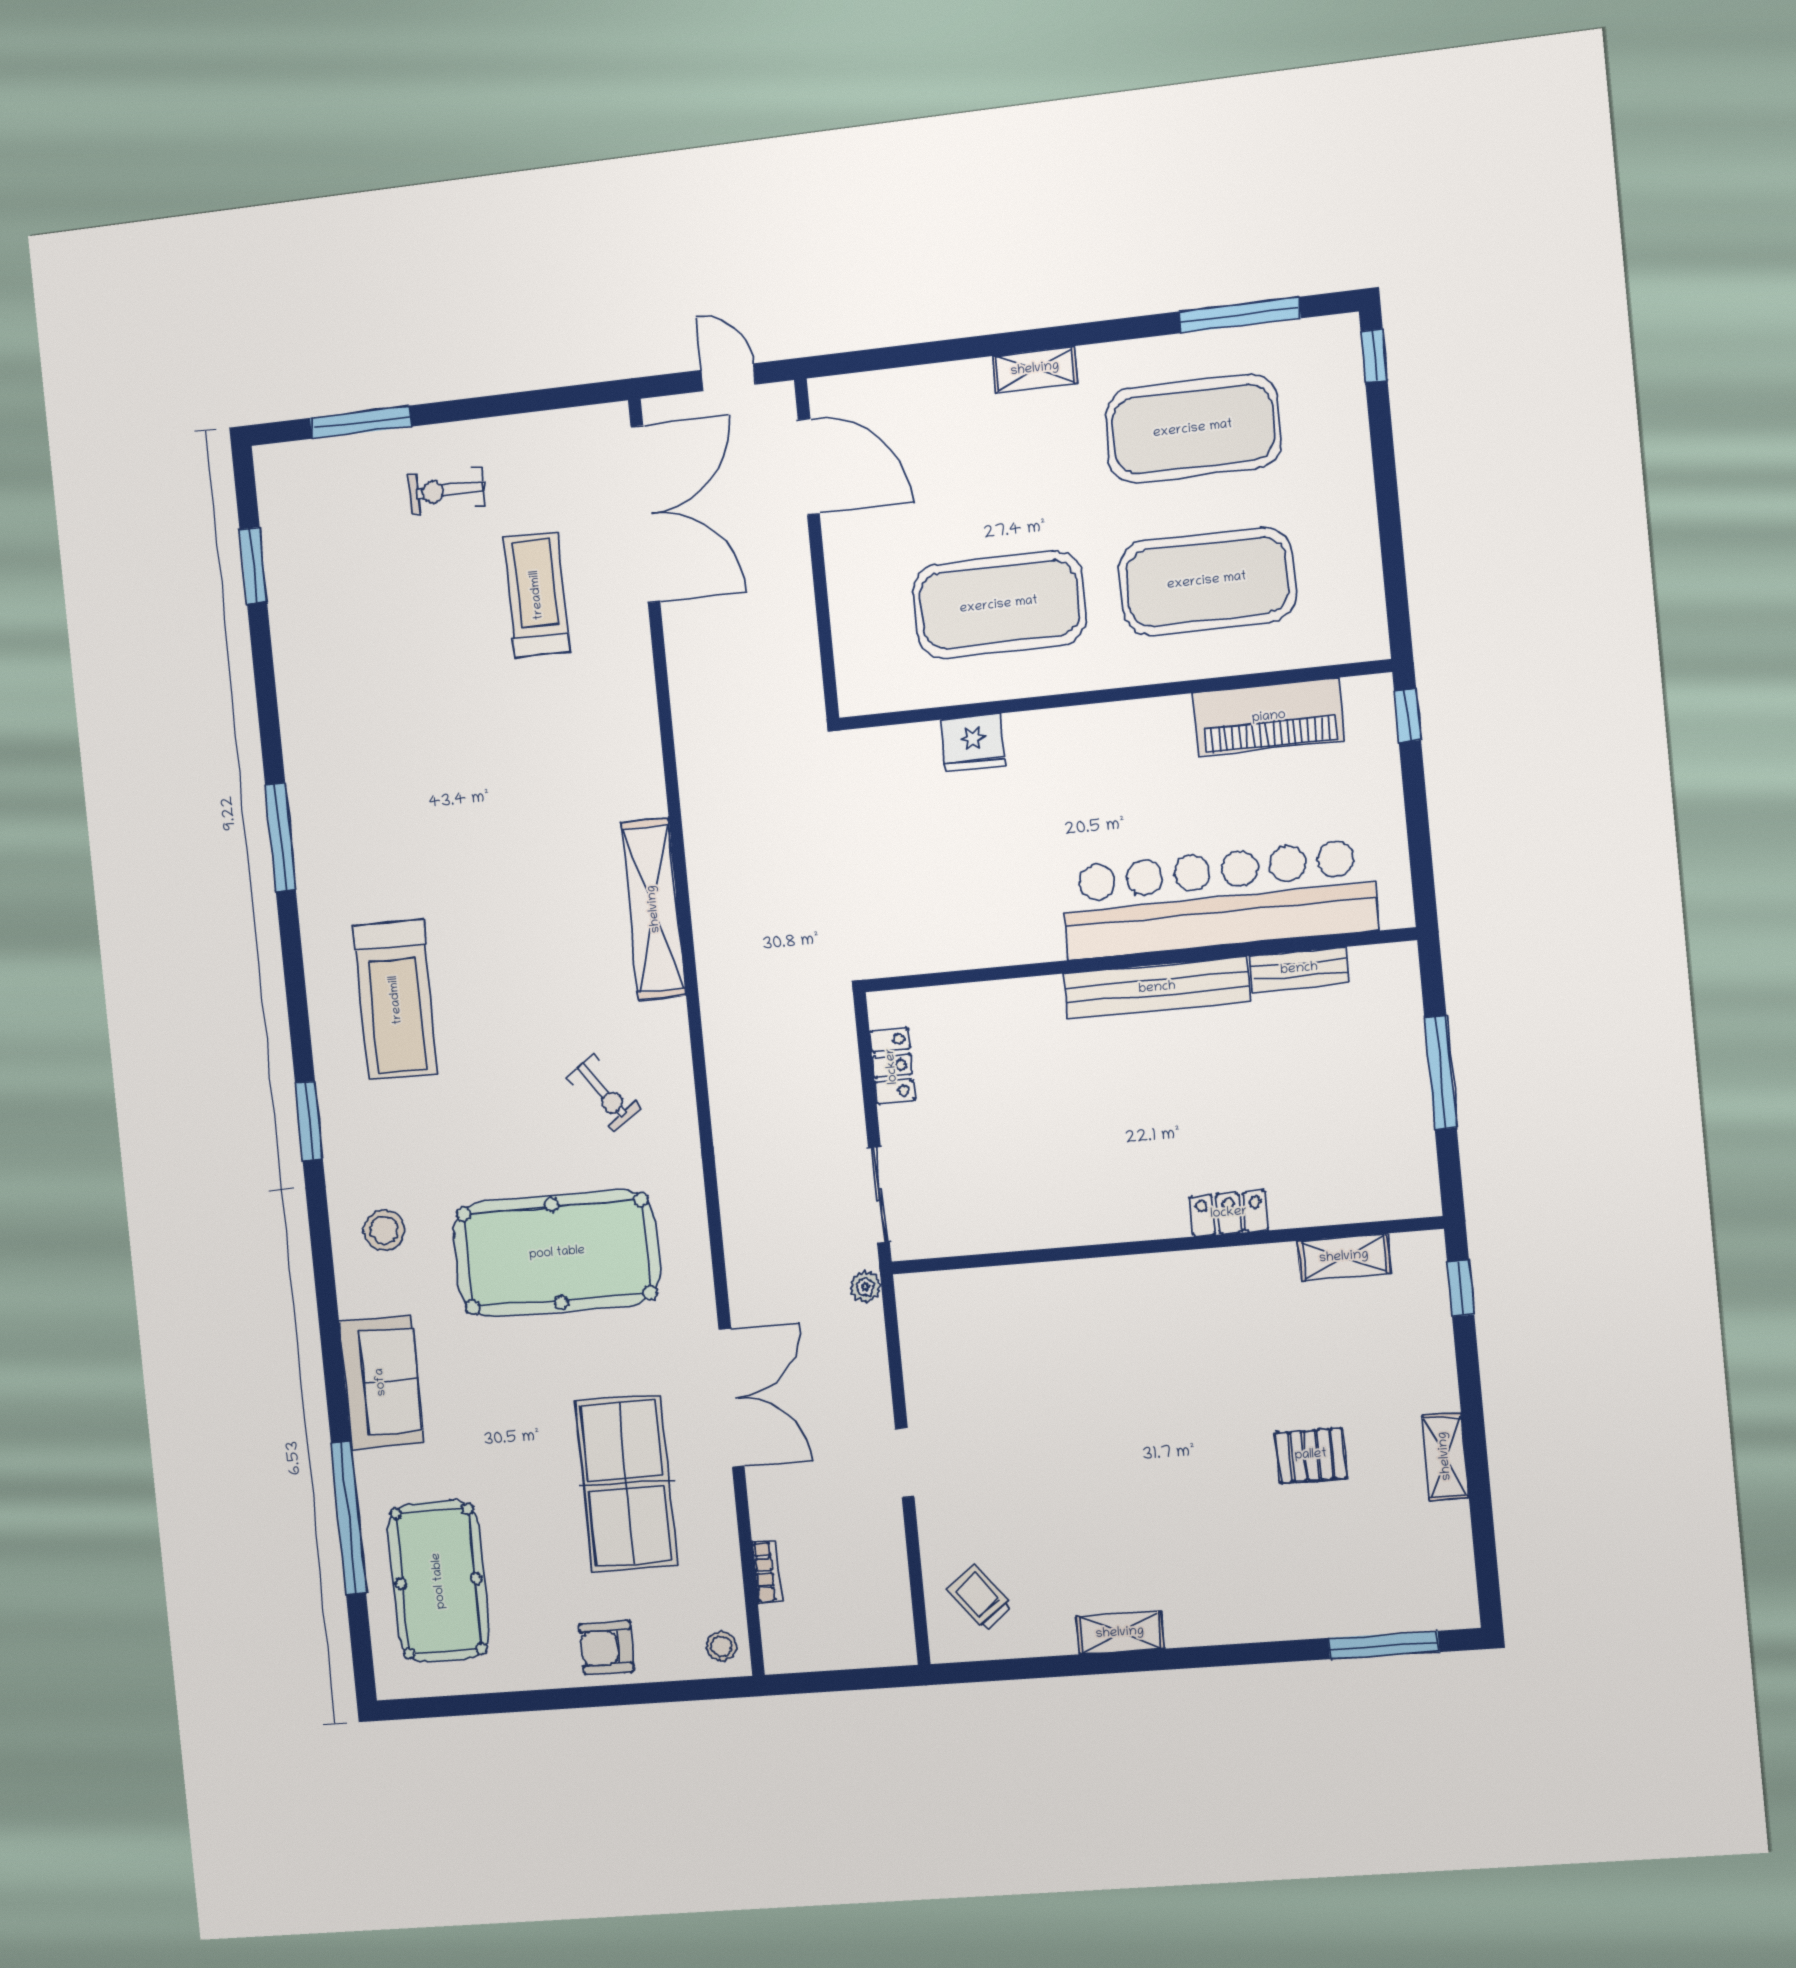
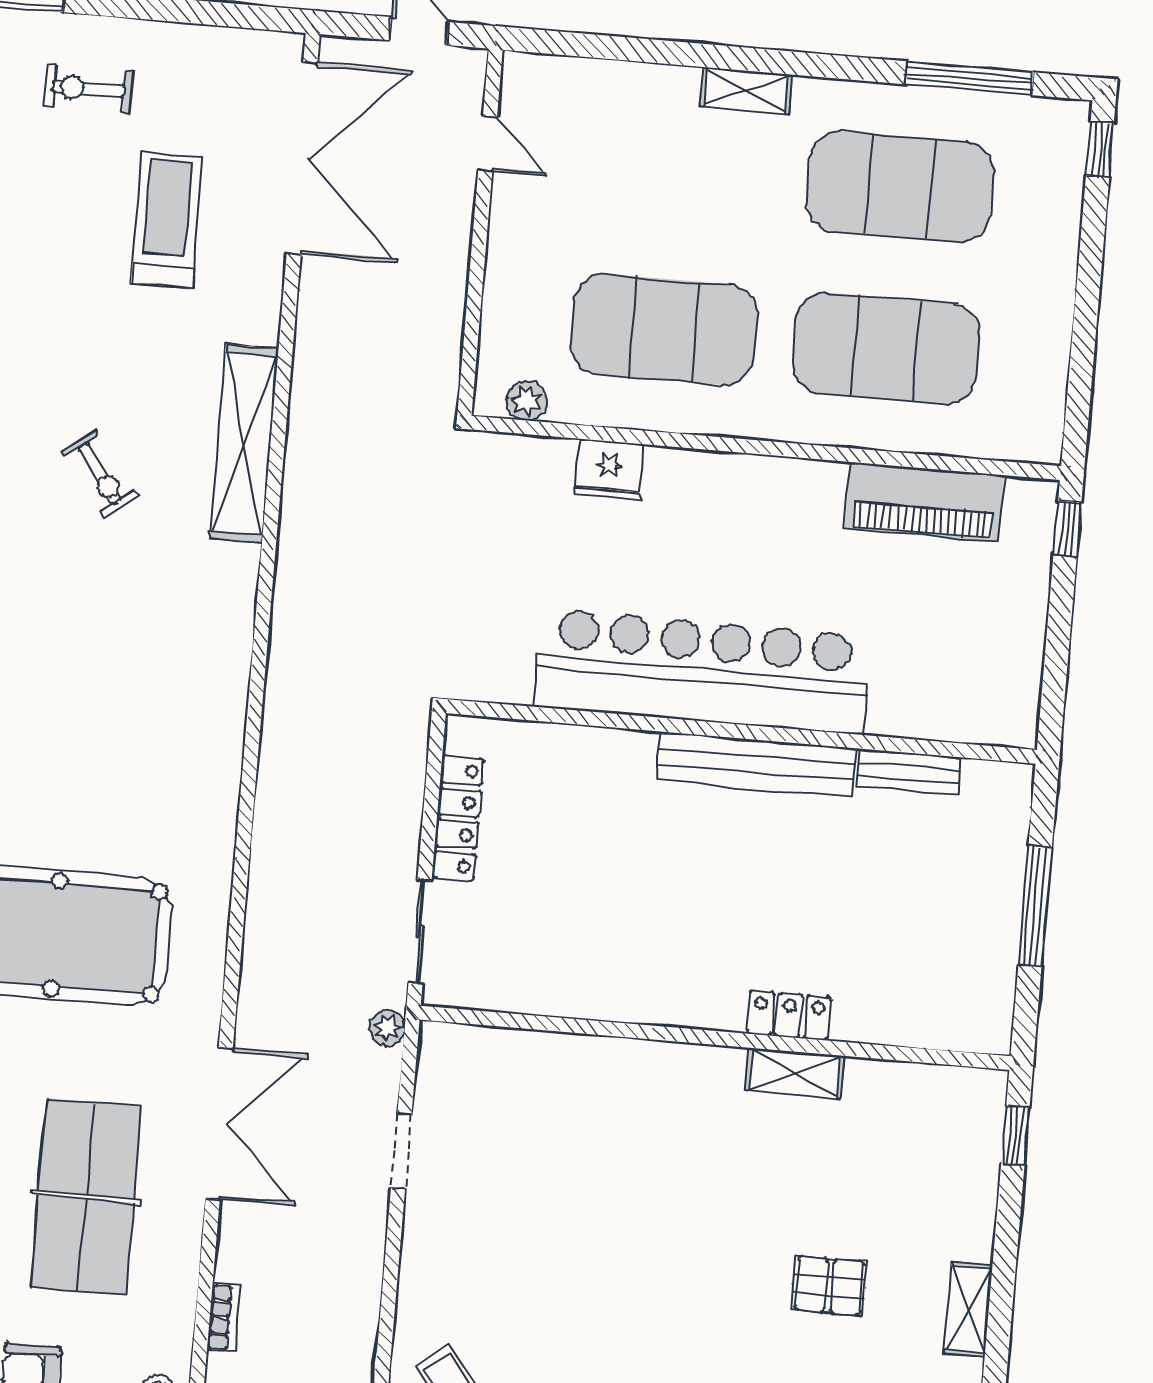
door: (809, 467) -> (488, 144), width x0.53
plant: (887, 694) -> (527, 401), added
bar counter: (1218, 899) -> (703, 672), moved
shelving: (654, 909) -> (244, 443), moved
locker: (892, 1066) -> (458, 818), width x1.53
exercise bike: (604, 1093) -> (100, 474), moved
shelving: (1344, 1257) -> (795, 1073), moved
doorway: (905, 1463) -> (401, 1151), moved

